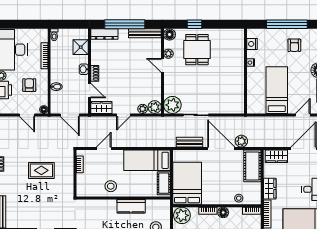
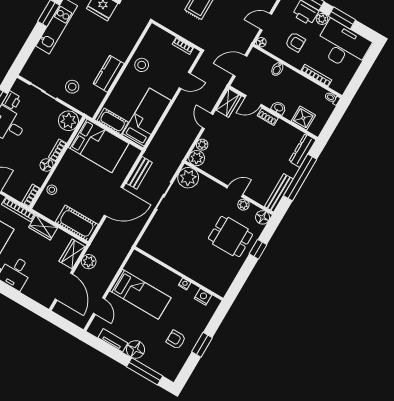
window: (287, 24) -> (202, 345), width x0.47
plant: (241, 141) -> (89, 262), moved
door: (104, 149) -> (185, 80), hinge flipped

